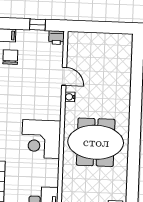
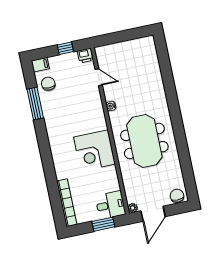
door: (64, 76) -> (99, 77), moved
meeting table: (96, 142) -> (144, 141), turned 90

